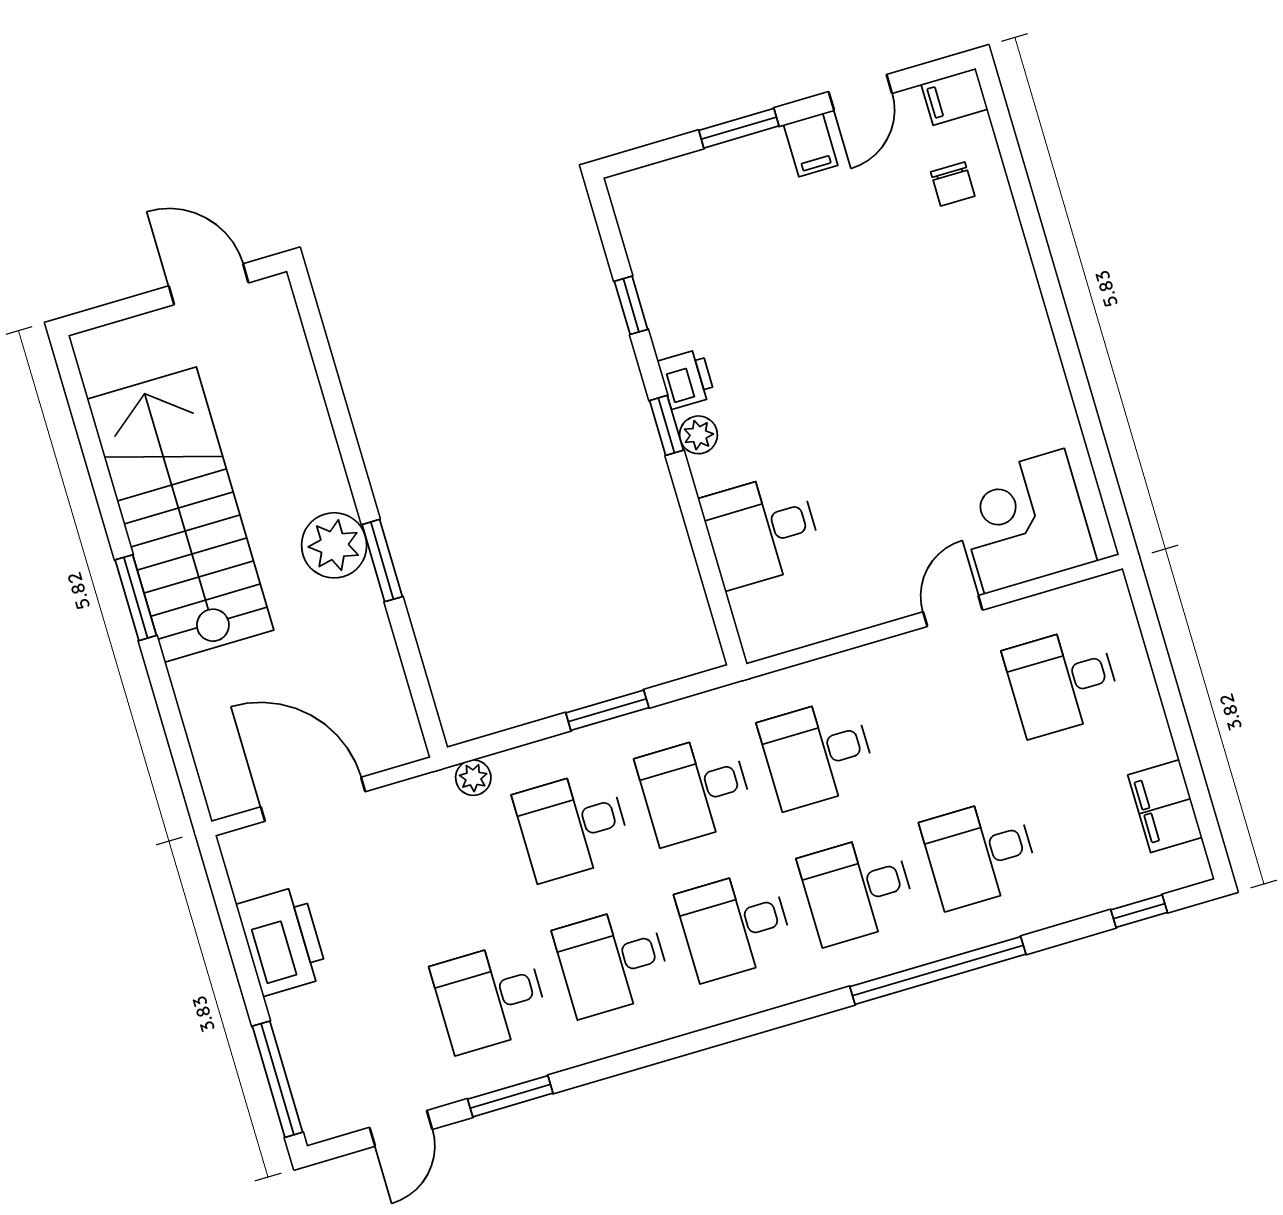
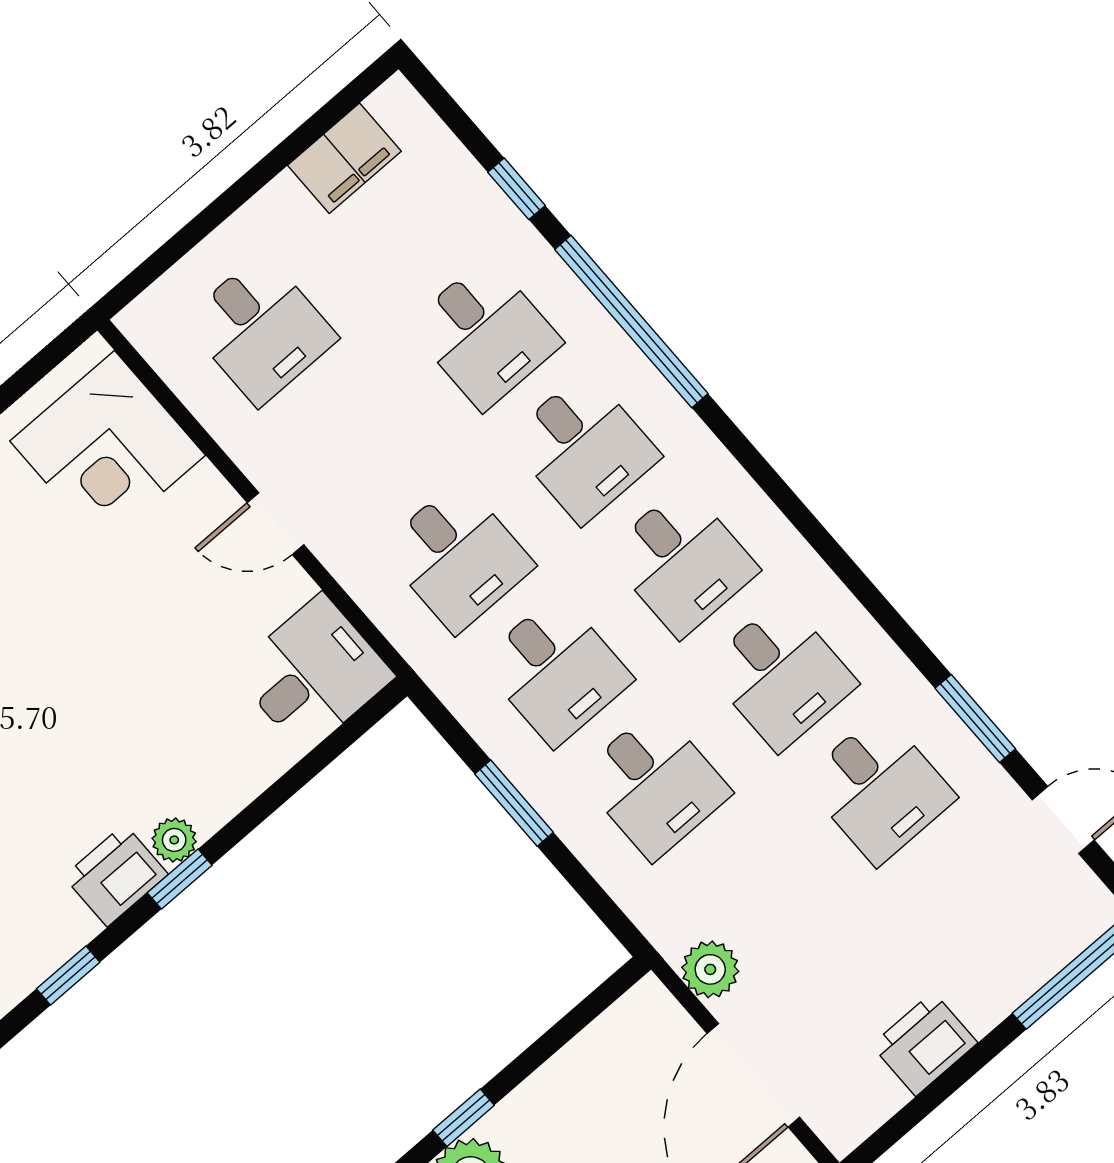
printer: (686, 379) -> (116, 875), width x1.36, depth x1.24
desk: (761, 530) -> (313, 673), moved, turned -90
window: (382, 561) -> (464, 1118), width x0.67
door: (953, 611) -> (275, 524), moved
plant: (473, 778) -> (710, 969), moved, width x1.38, depth x1.38
window: (1139, 911) -> (516, 189), moved
printer: (282, 941) -> (924, 1044), width x0.73, depth x0.84

